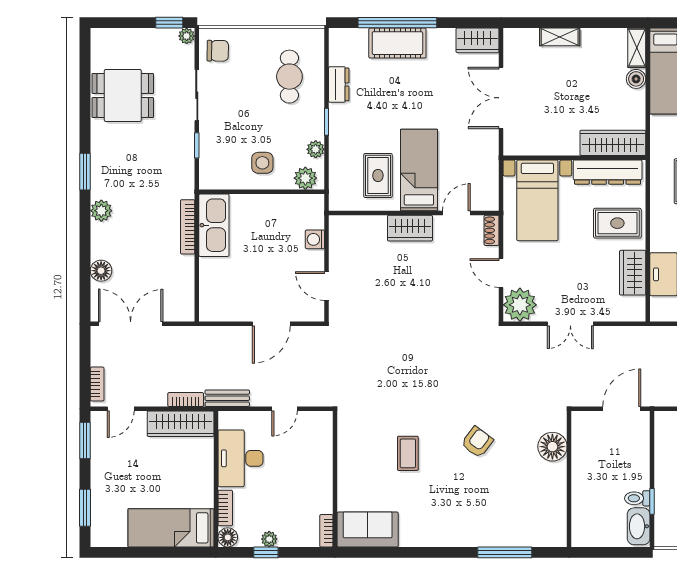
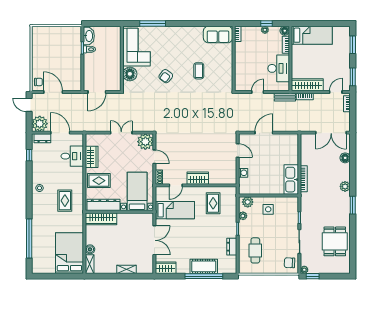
dining table: (123, 95) -> (335, 241), turned 90
bed: (419, 170) -> (175, 210), moved, turned -90
corner sofa: (538, 503) -> (137, 47), added

